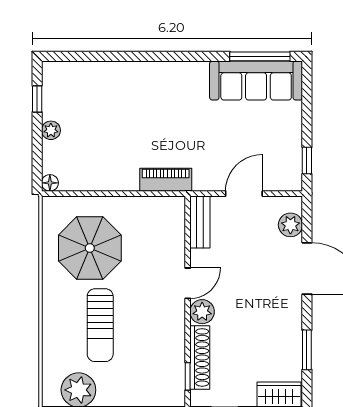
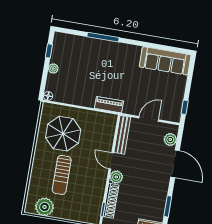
window: (260, 56) -> (103, 37), moved
bench: (200, 222) -> (122, 135), width x1.36
door: (188, 283) -> (111, 161), swing flipped

